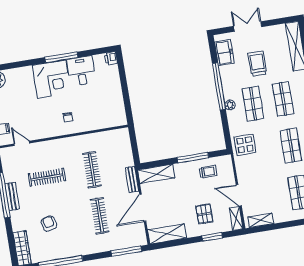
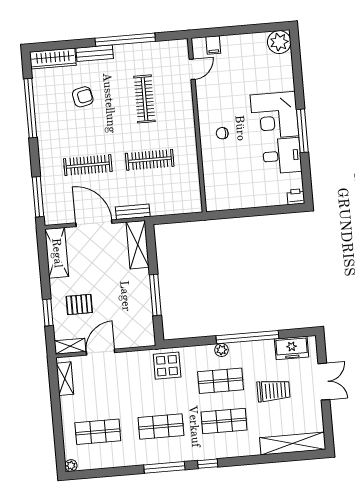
trolley: (208, 172) -> (135, 314), removed
bench: (12, 196) -> (95, 53), moved

